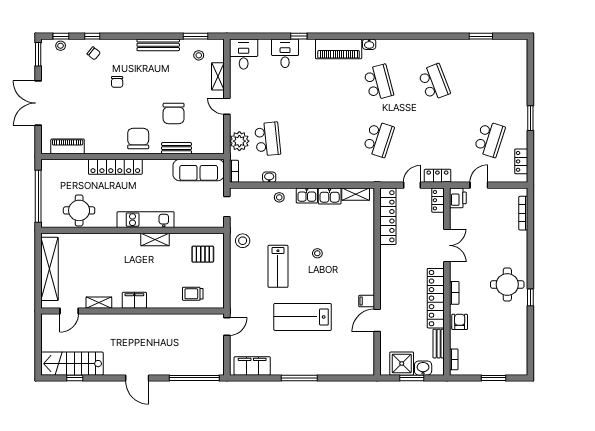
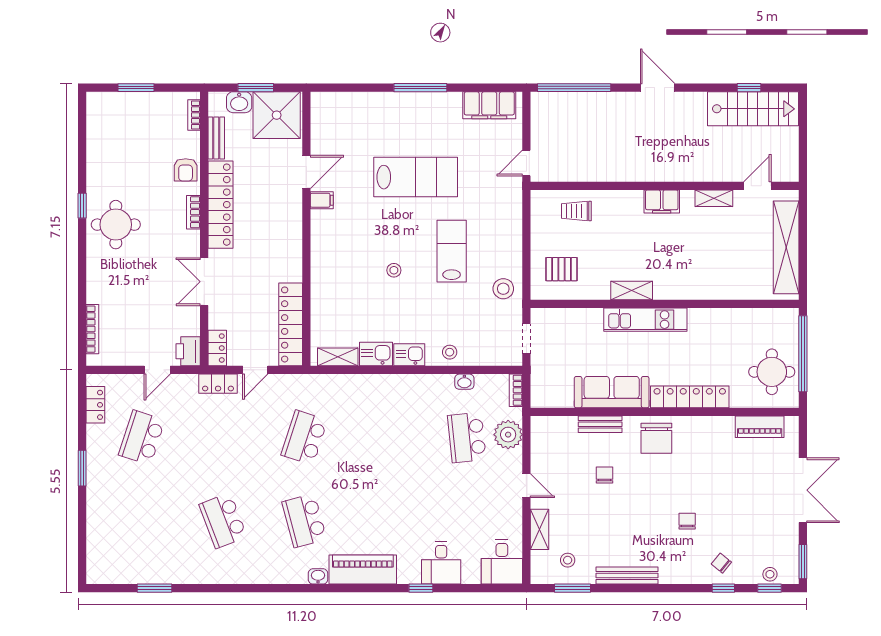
chair: (174, 113) -> (604, 475), width x0.54, depth x0.54
sofa: (199, 170) -> (612, 392), moved
round table: (79, 210) -> (772, 372), moved
trolley: (193, 294) -> (576, 211), turned 180
shower: (402, 364) -> (277, 115), width x1.37, depth x1.37

